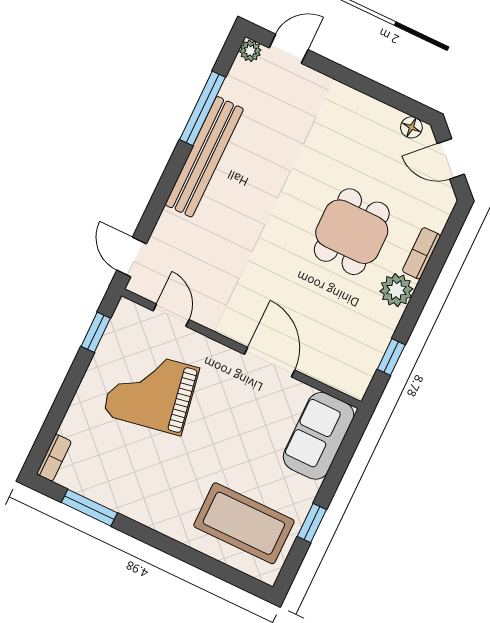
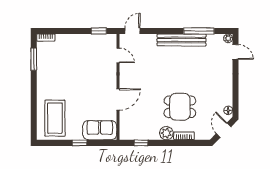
door: (171, 315) -> (118, 55), hinge flipped
grand piano: (151, 391) -> (87, 61), removed
window: (312, 523) -> (80, 143), moved

